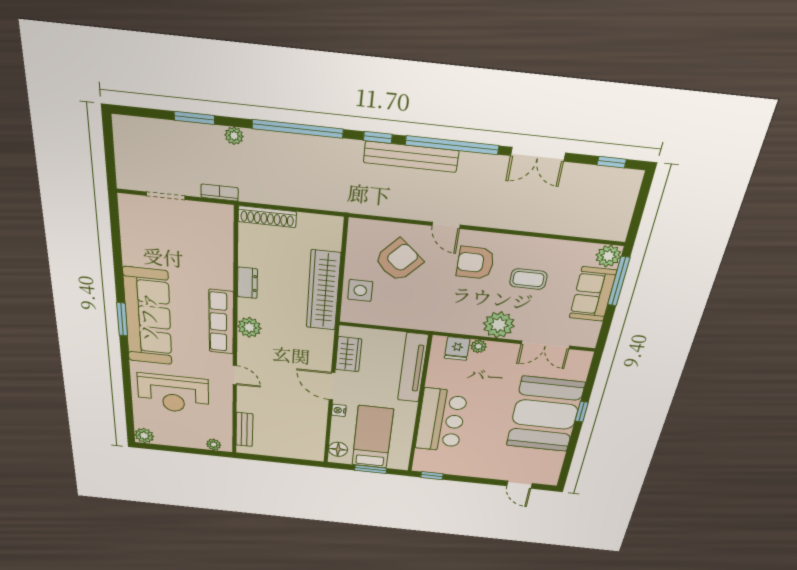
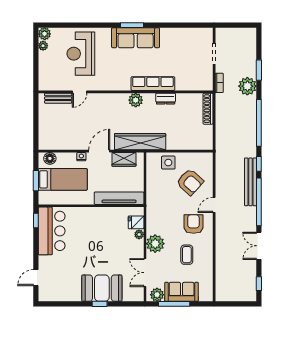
plant: (234, 136) -> (247, 86), width x1.88, depth x1.88
plant: (608, 256) -> (157, 295), moved
window: (619, 281) -> (174, 304), moved
wardrobe: (323, 291) -> (140, 142), moved
sofa: (148, 317) -> (136, 38), width x0.74, depth x0.79
row of seats: (221, 322) -> (153, 84), moved
door: (235, 375) -> (79, 92), moved
booth: (545, 414) -> (102, 288), width x0.73, depth x0.70
bar counter: (441, 420) -> (52, 231), moved, turned -90
plant: (214, 445) -> (43, 46), moved

